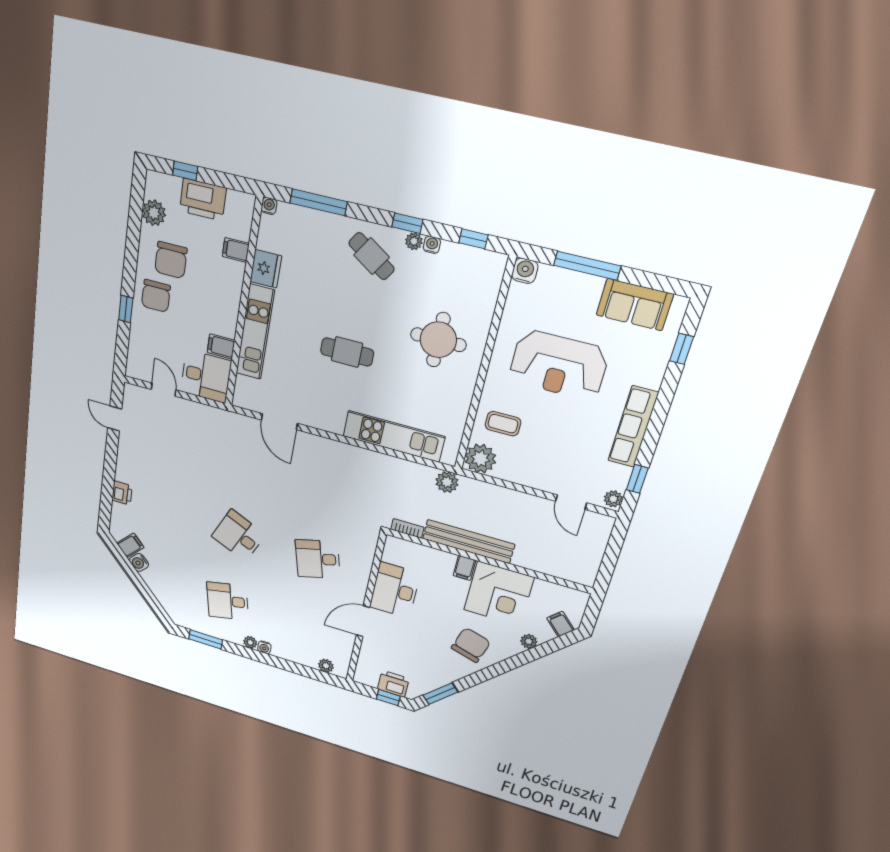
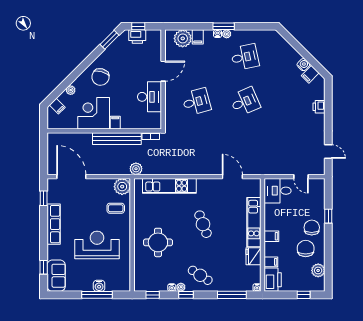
printer: (203, 199) -> (273, 280), moved, turned 90
water cooler: (525, 271) -> (99, 286), moved
sofa: (635, 305) -> (56, 276), moved, turned 90
filing cabinet: (221, 346) -> (271, 236), moved
cafe table: (347, 352) -> (203, 224), turned 69
plant: (613, 499) -> (52, 184), removed
door: (571, 502) -> (71, 177), width x1.87
desk: (238, 535) -> (245, 102), turned -48
window: (206, 639) -> (224, 26), moved
filing cabinet: (296, 653) -> (198, 37), added
plant: (326, 666) -> (183, 38), width x1.87, depth x1.87

